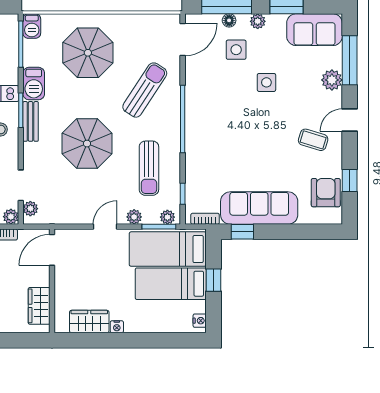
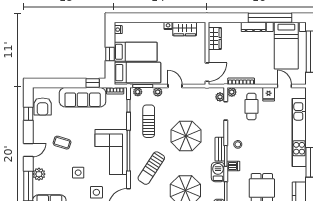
corner sofa: (212, 117) -> (111, 152), added
coffee table: (313, 140) -> (62, 143), moved
door: (105, 227) -> (175, 86), swing flipped

